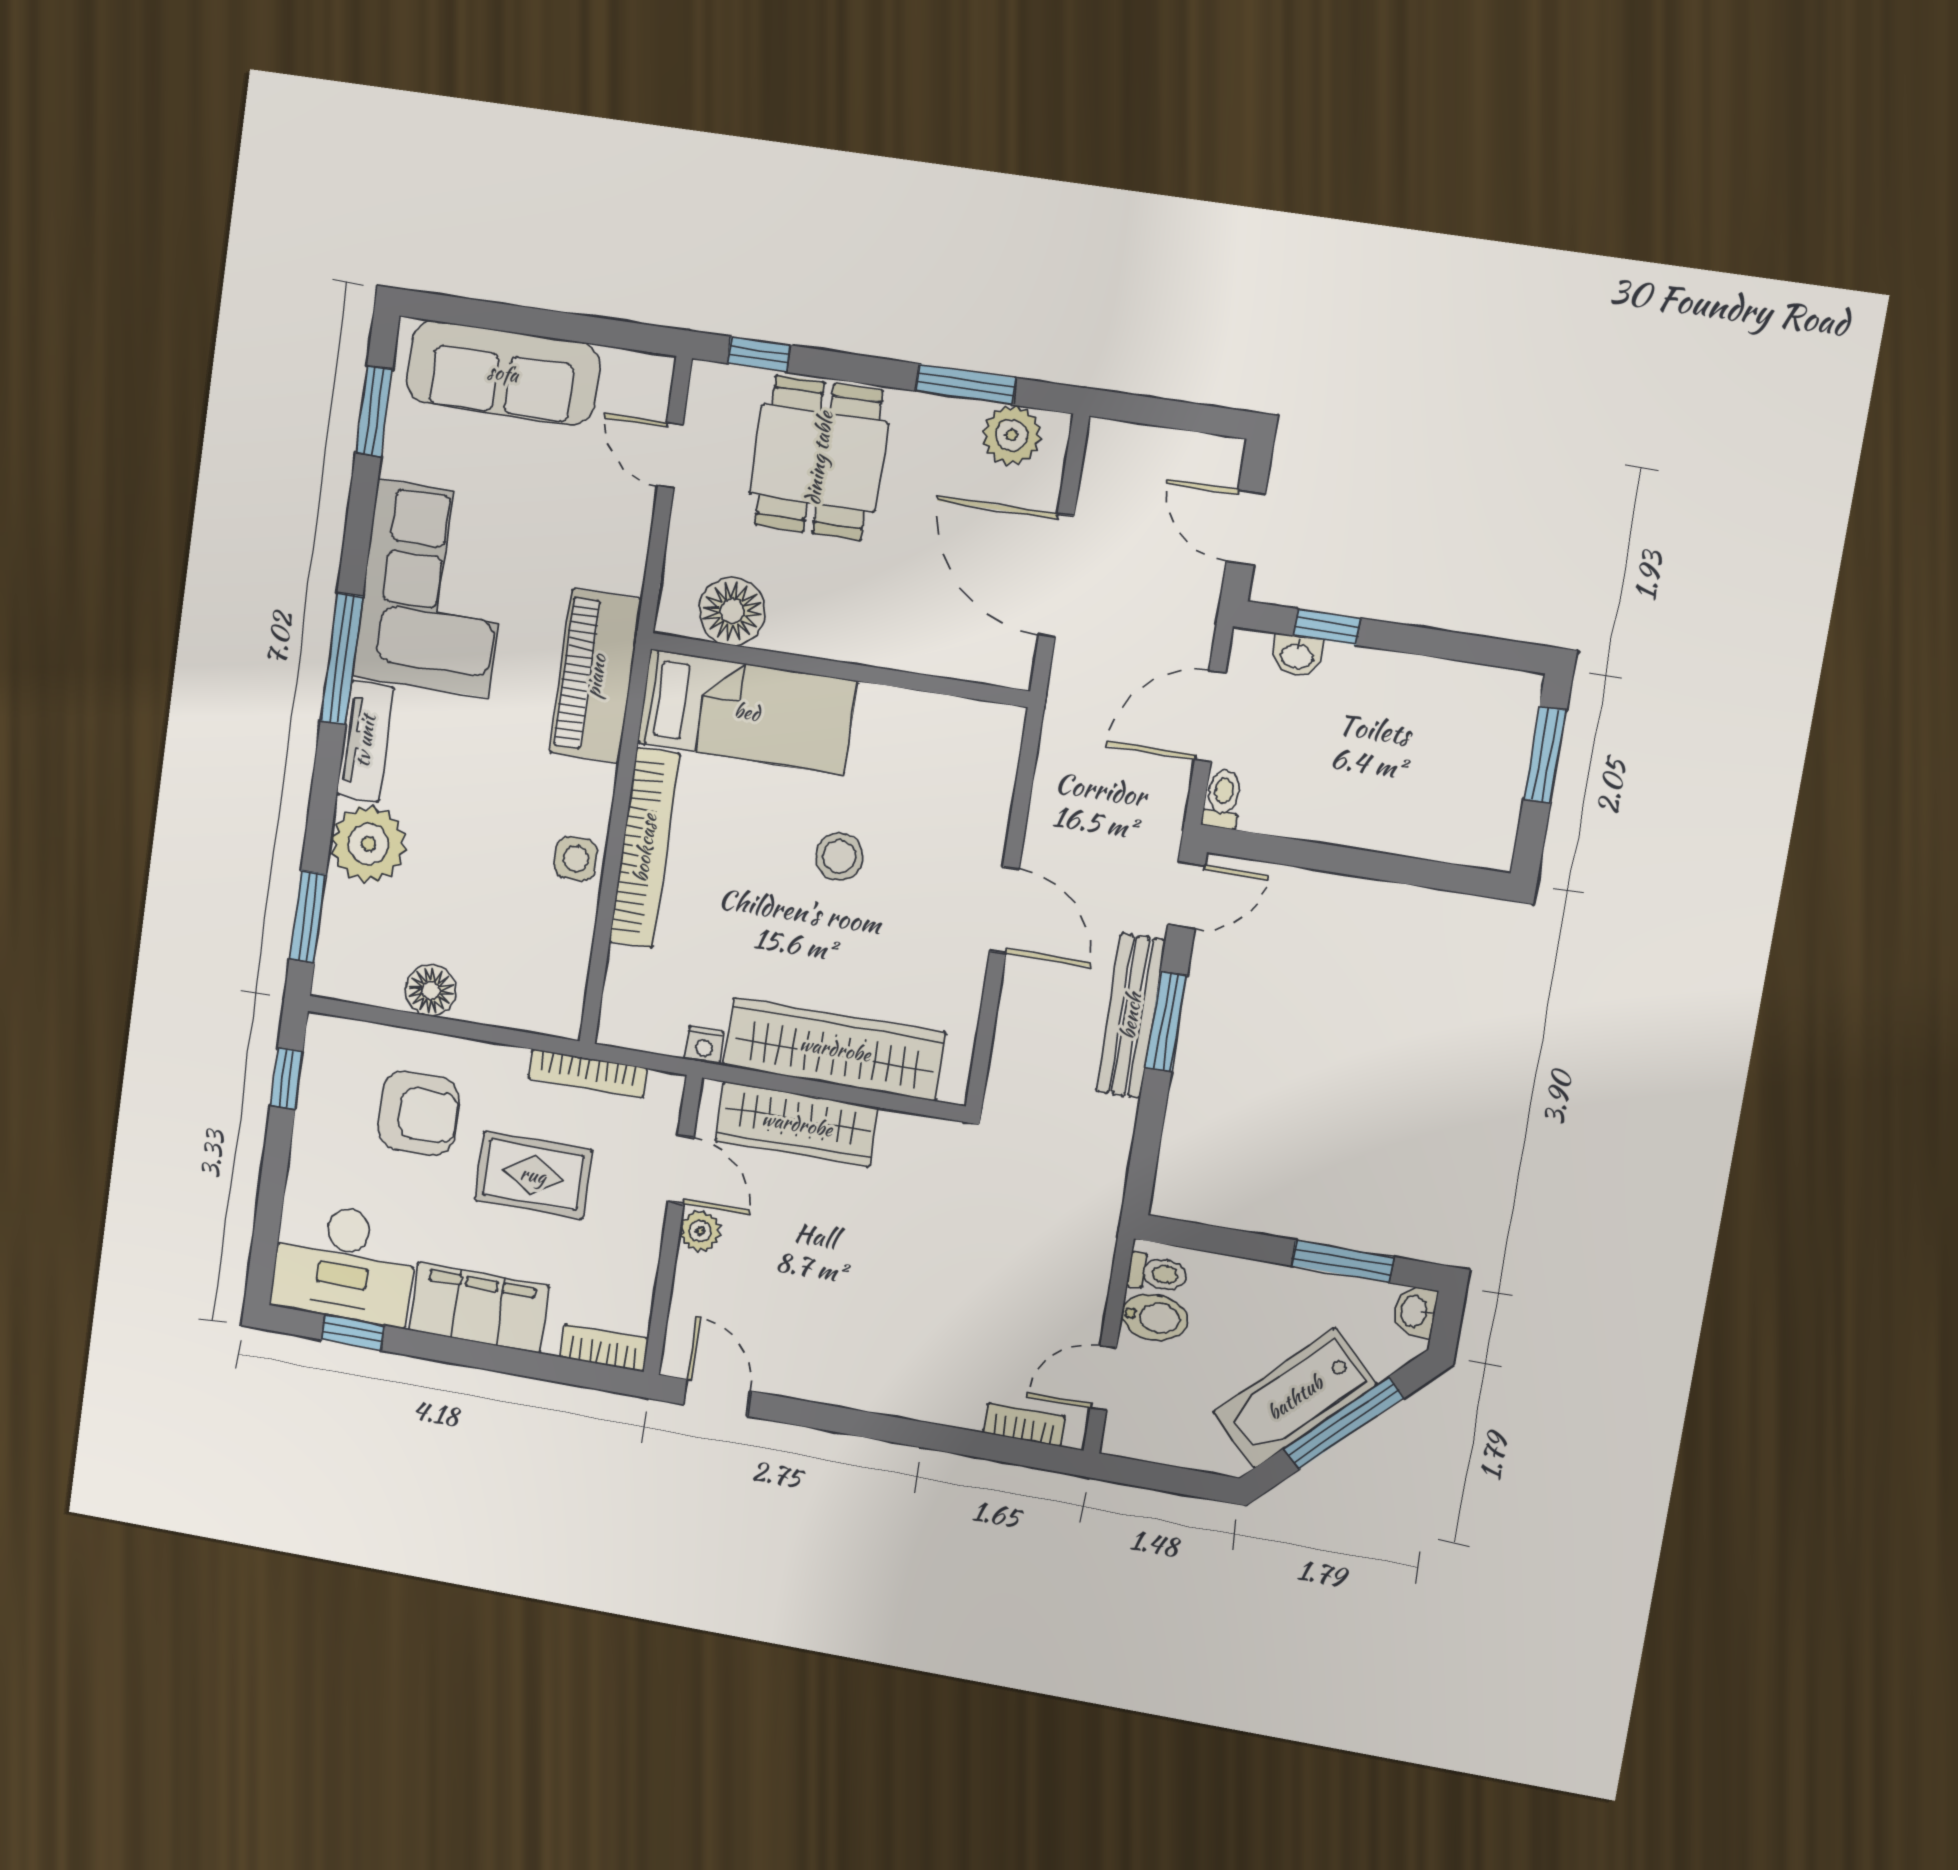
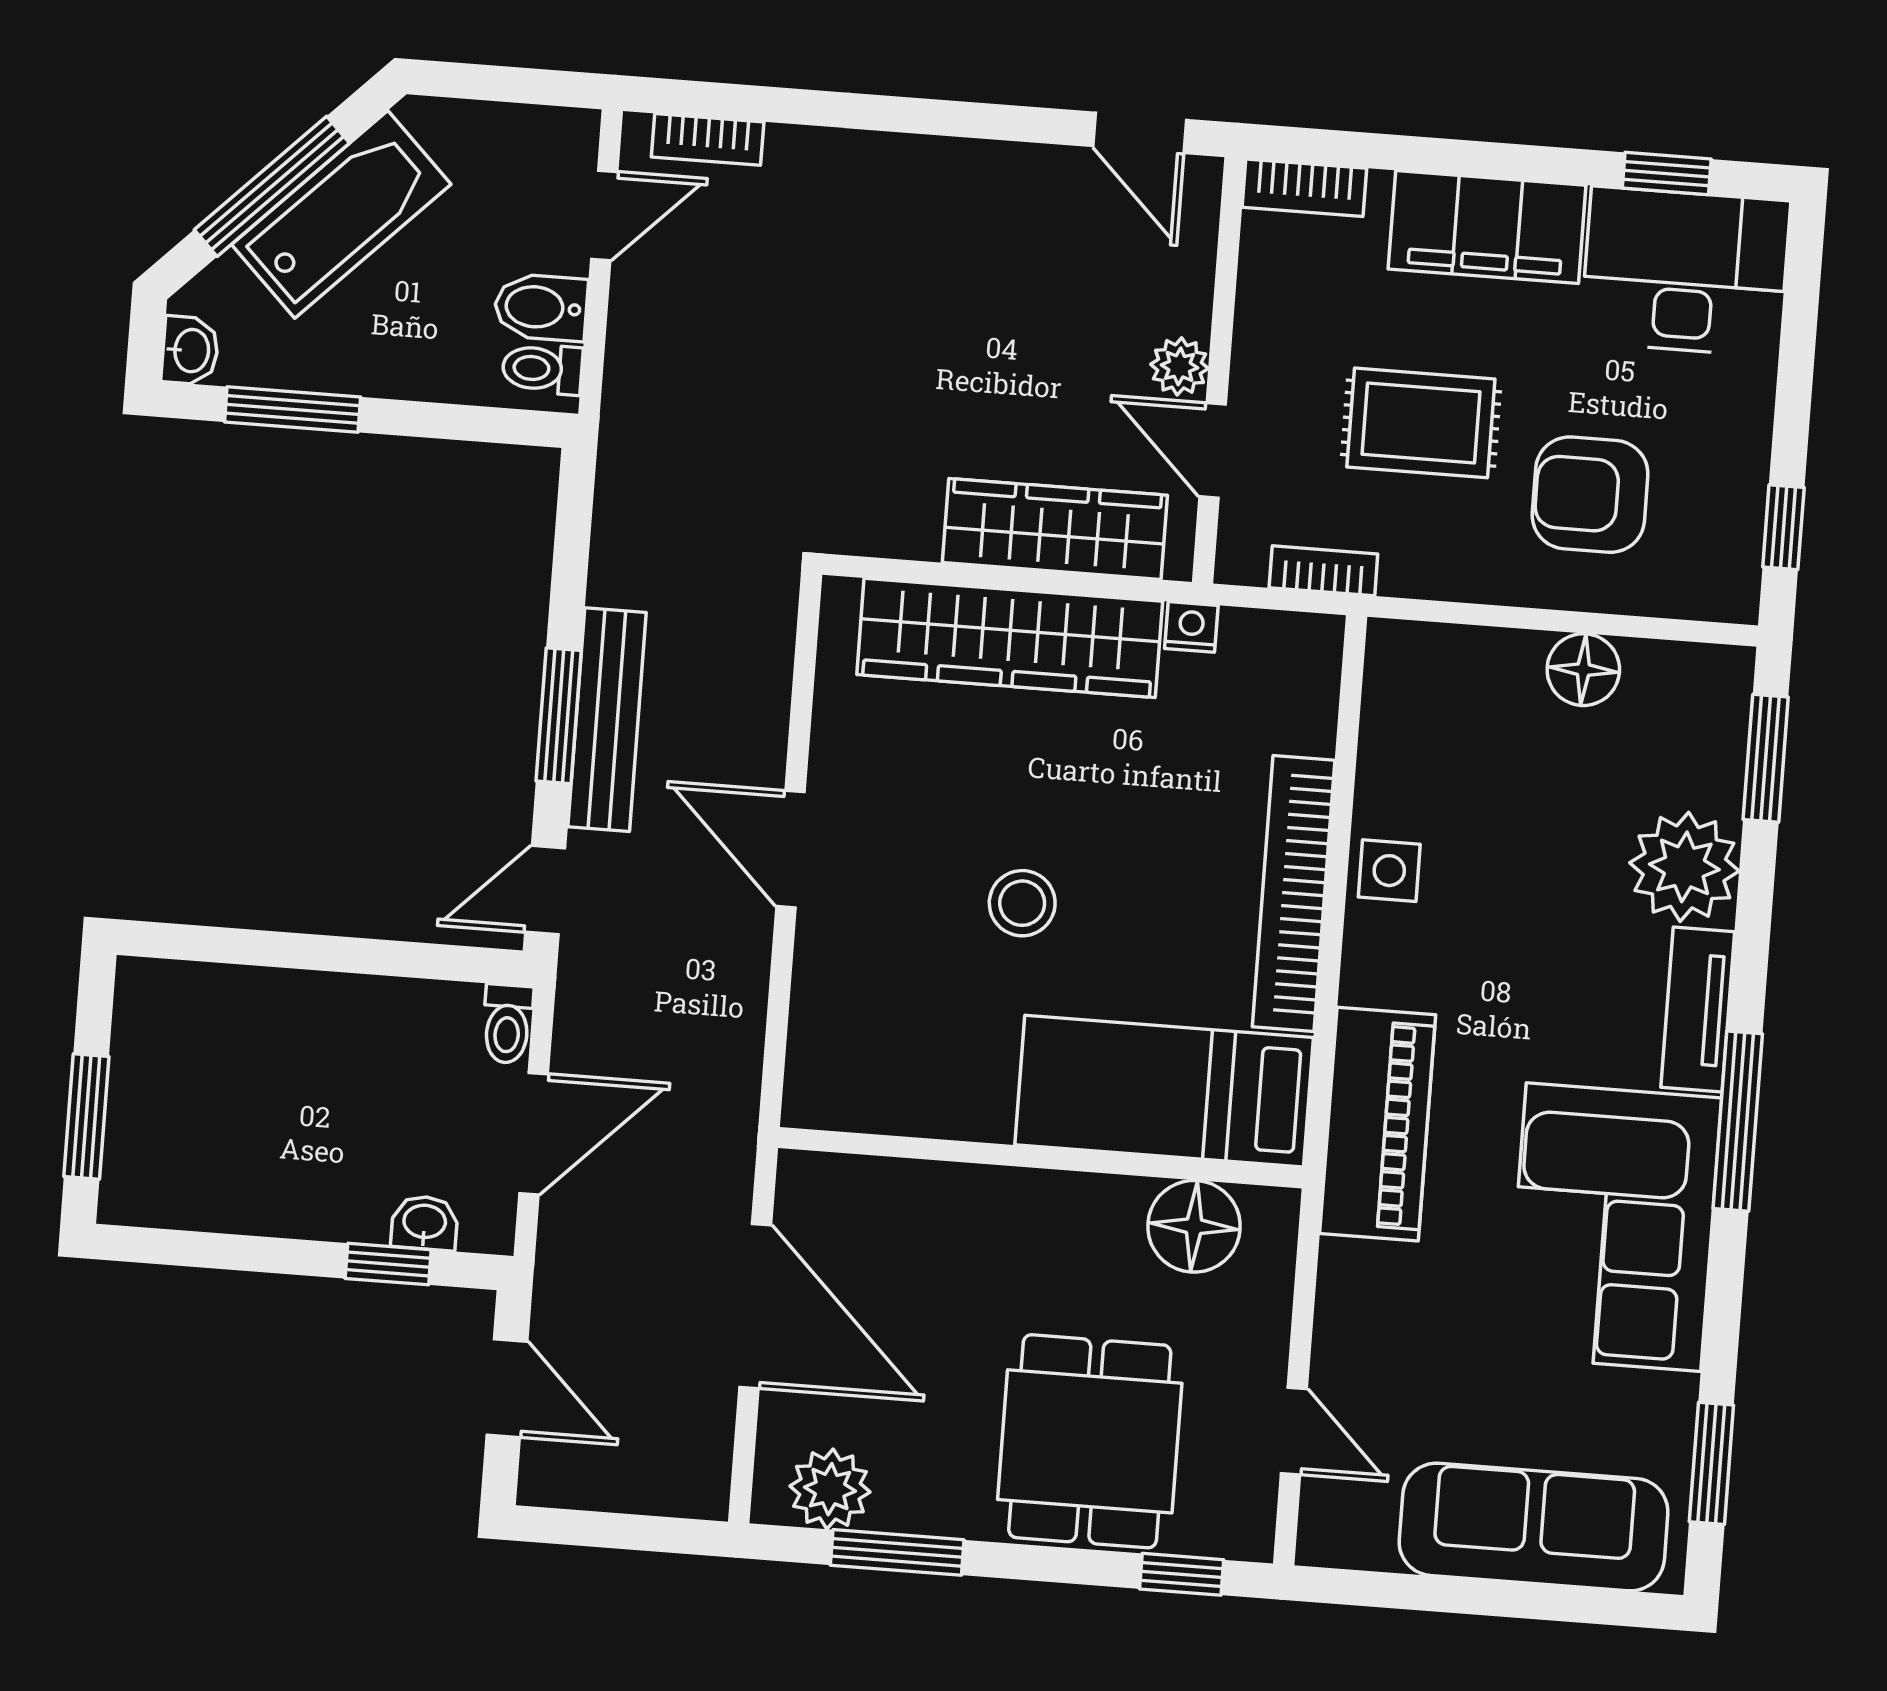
bookcase: (588, 1073) -> (1323, 571), width x0.64

